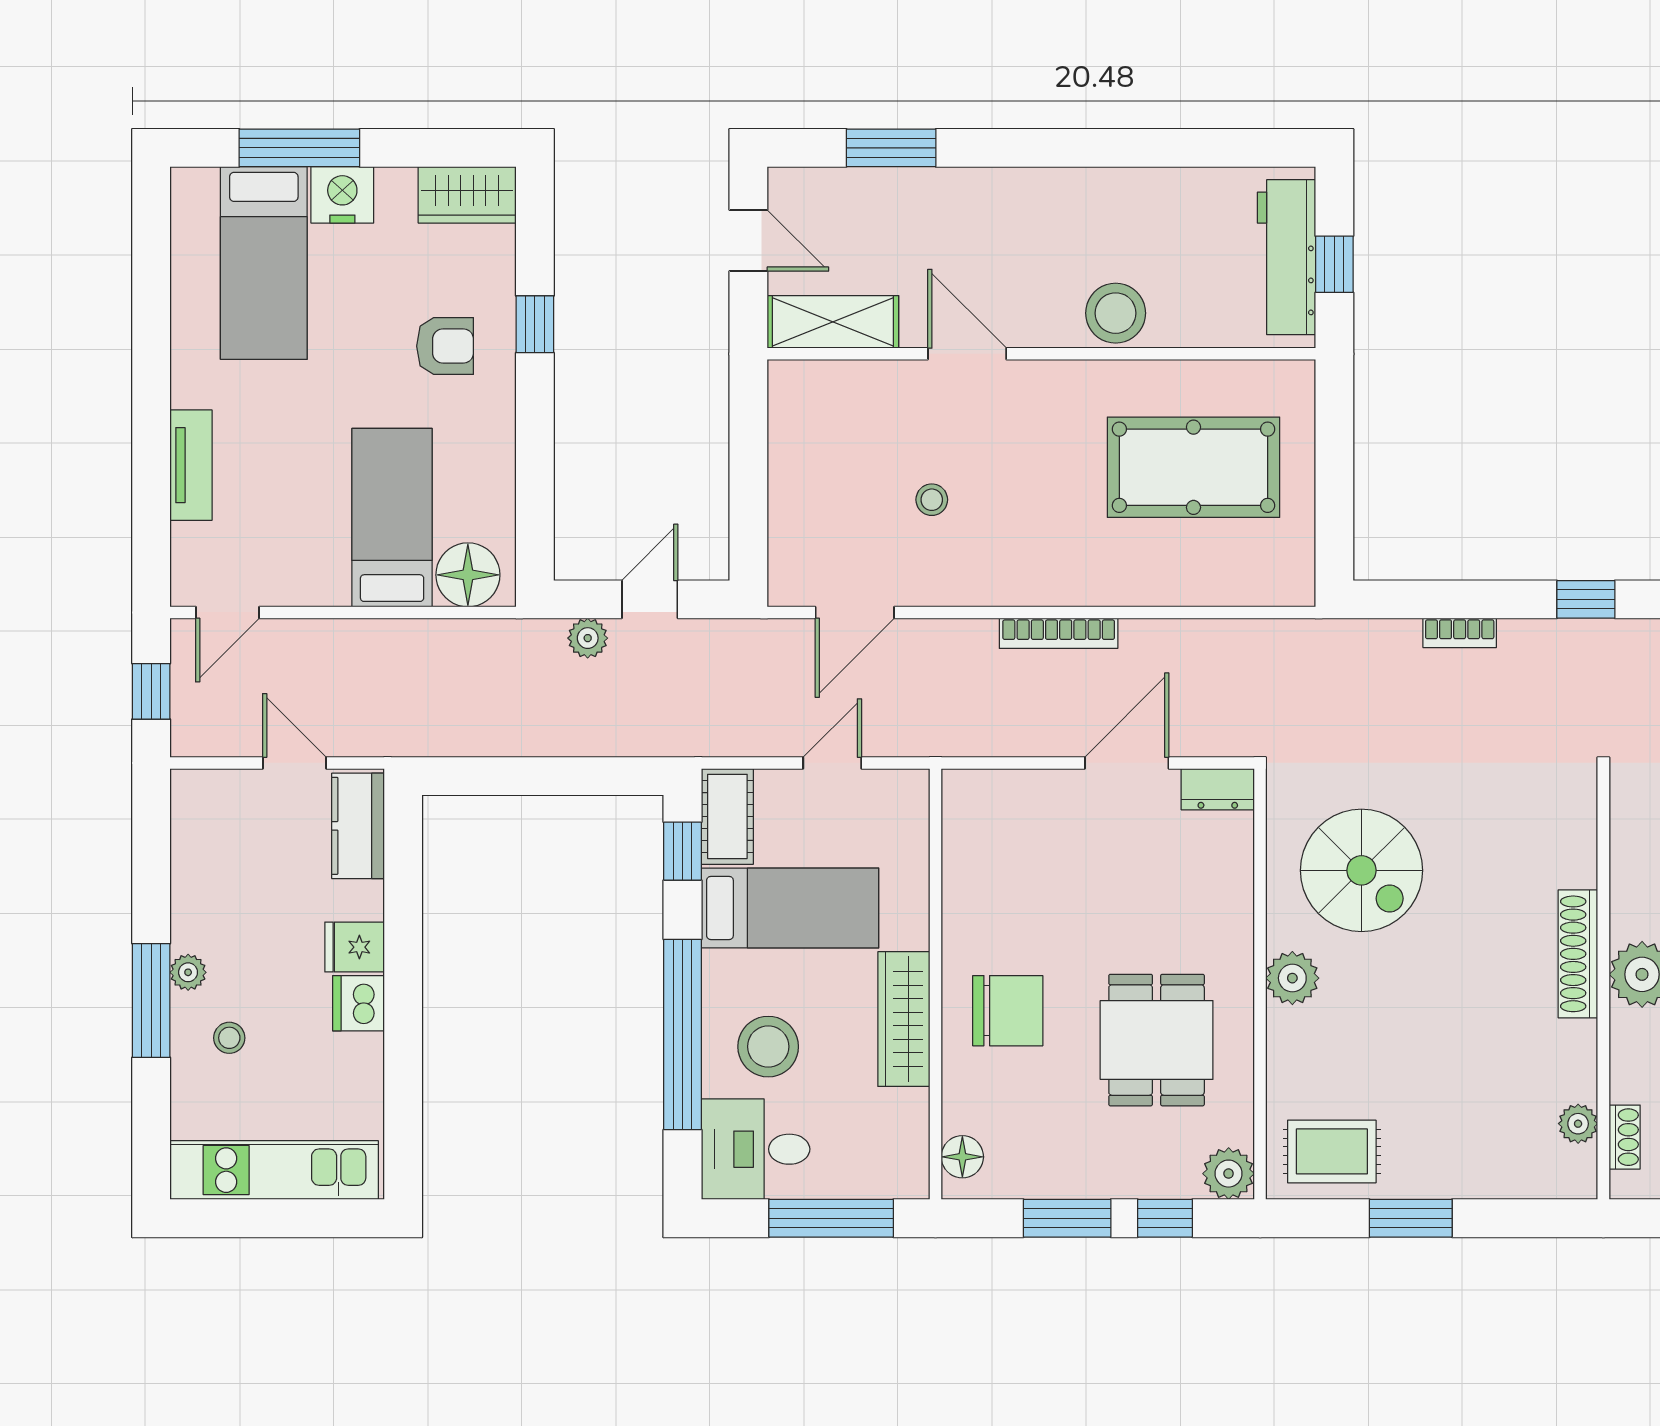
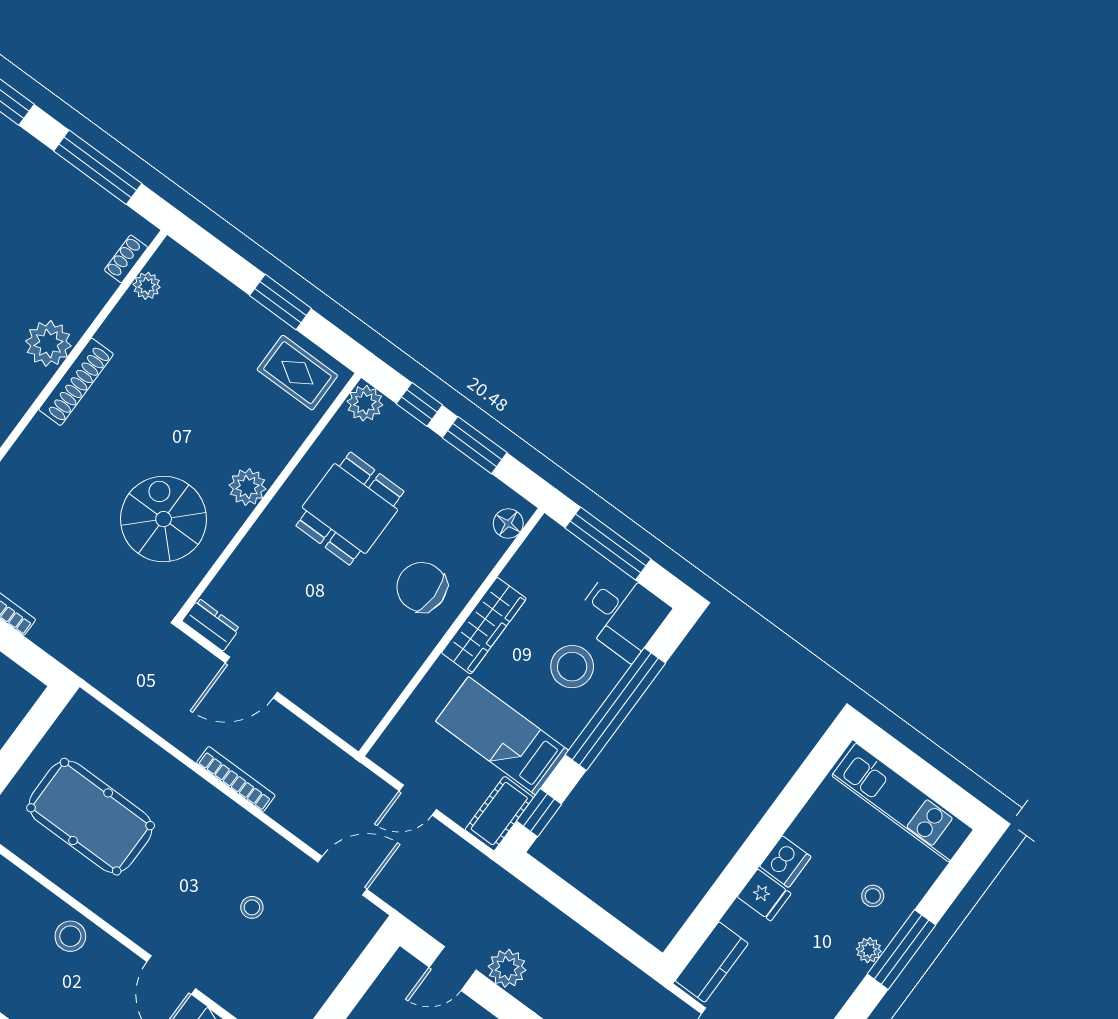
stool: (1116, 313) -> (70, 936), width x0.73, depth x0.73
plant: (588, 638) -> (507, 968), width x1.38, depth x1.38

